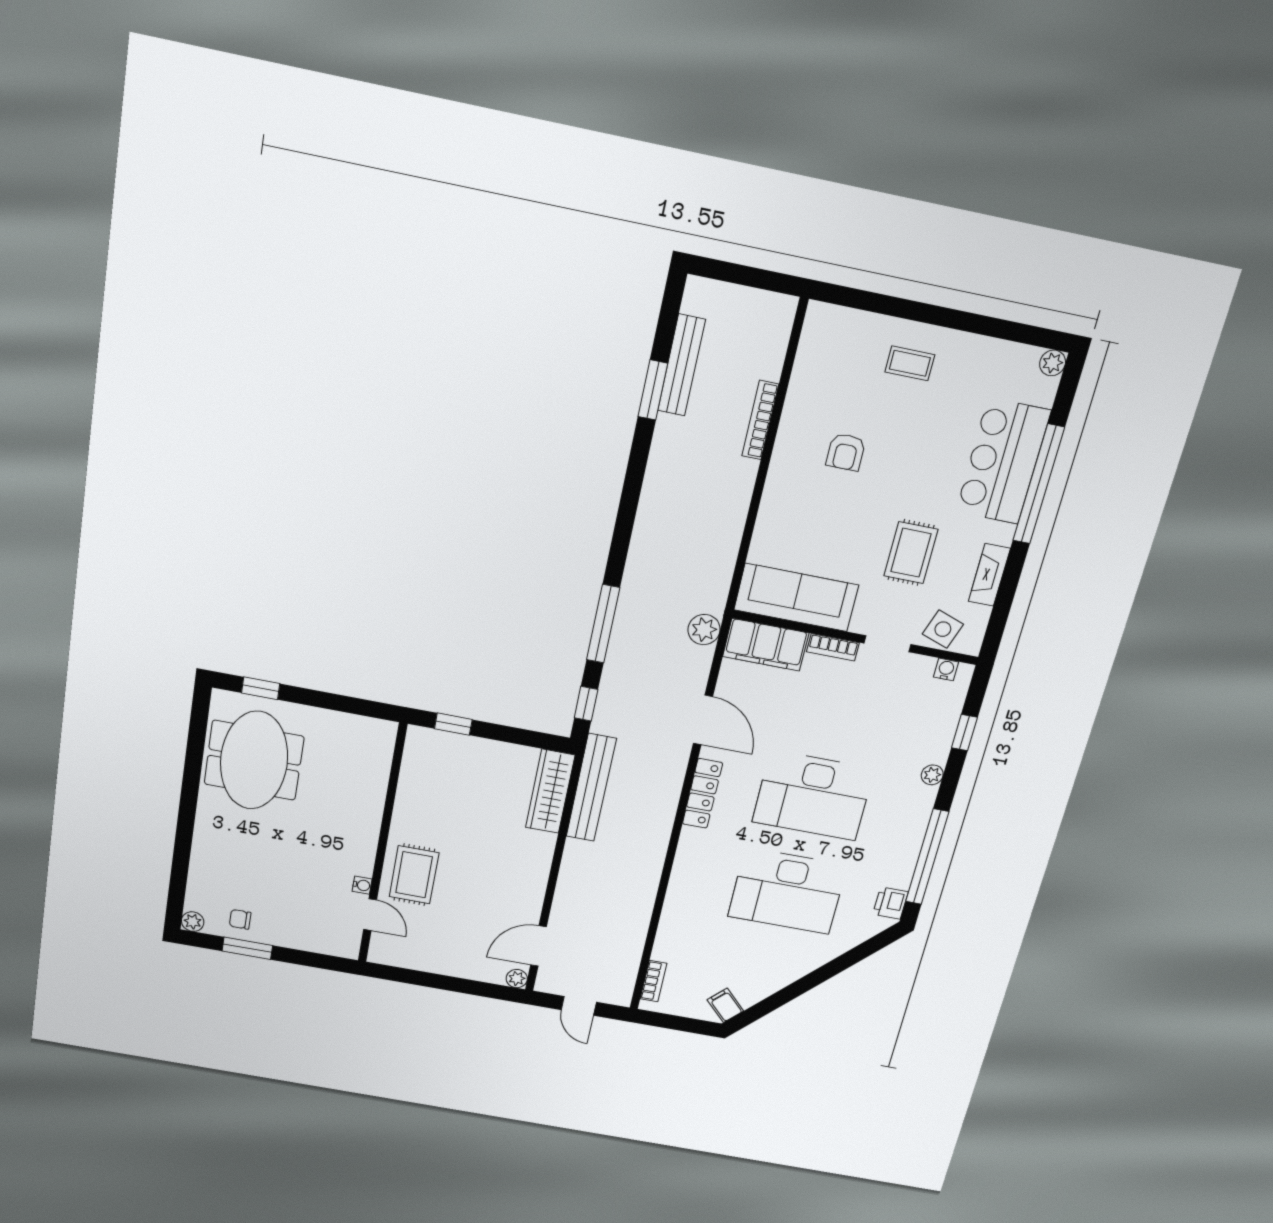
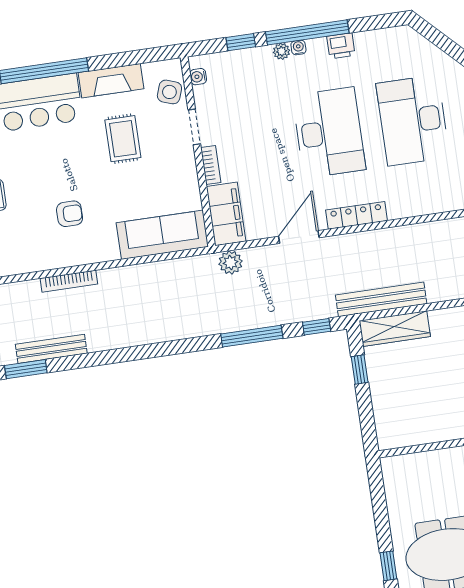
window: (653, 390) -> (26, 369), moved
rug: (911, 553) -> (123, 139), turned 90
fireplace: (989, 575) -> (111, 81), width x1.37, depth x1.32
sofa: (796, 597) -> (162, 235), moved, turned 90
window: (453, 724) -> (360, 370), moved
water cooler: (928, 795) -> (298, 47), added
window: (927, 857) -> (307, 32), moved
desk: (787, 891) -> (413, 120), turned 180
printer: (890, 903) -> (341, 46), moved

